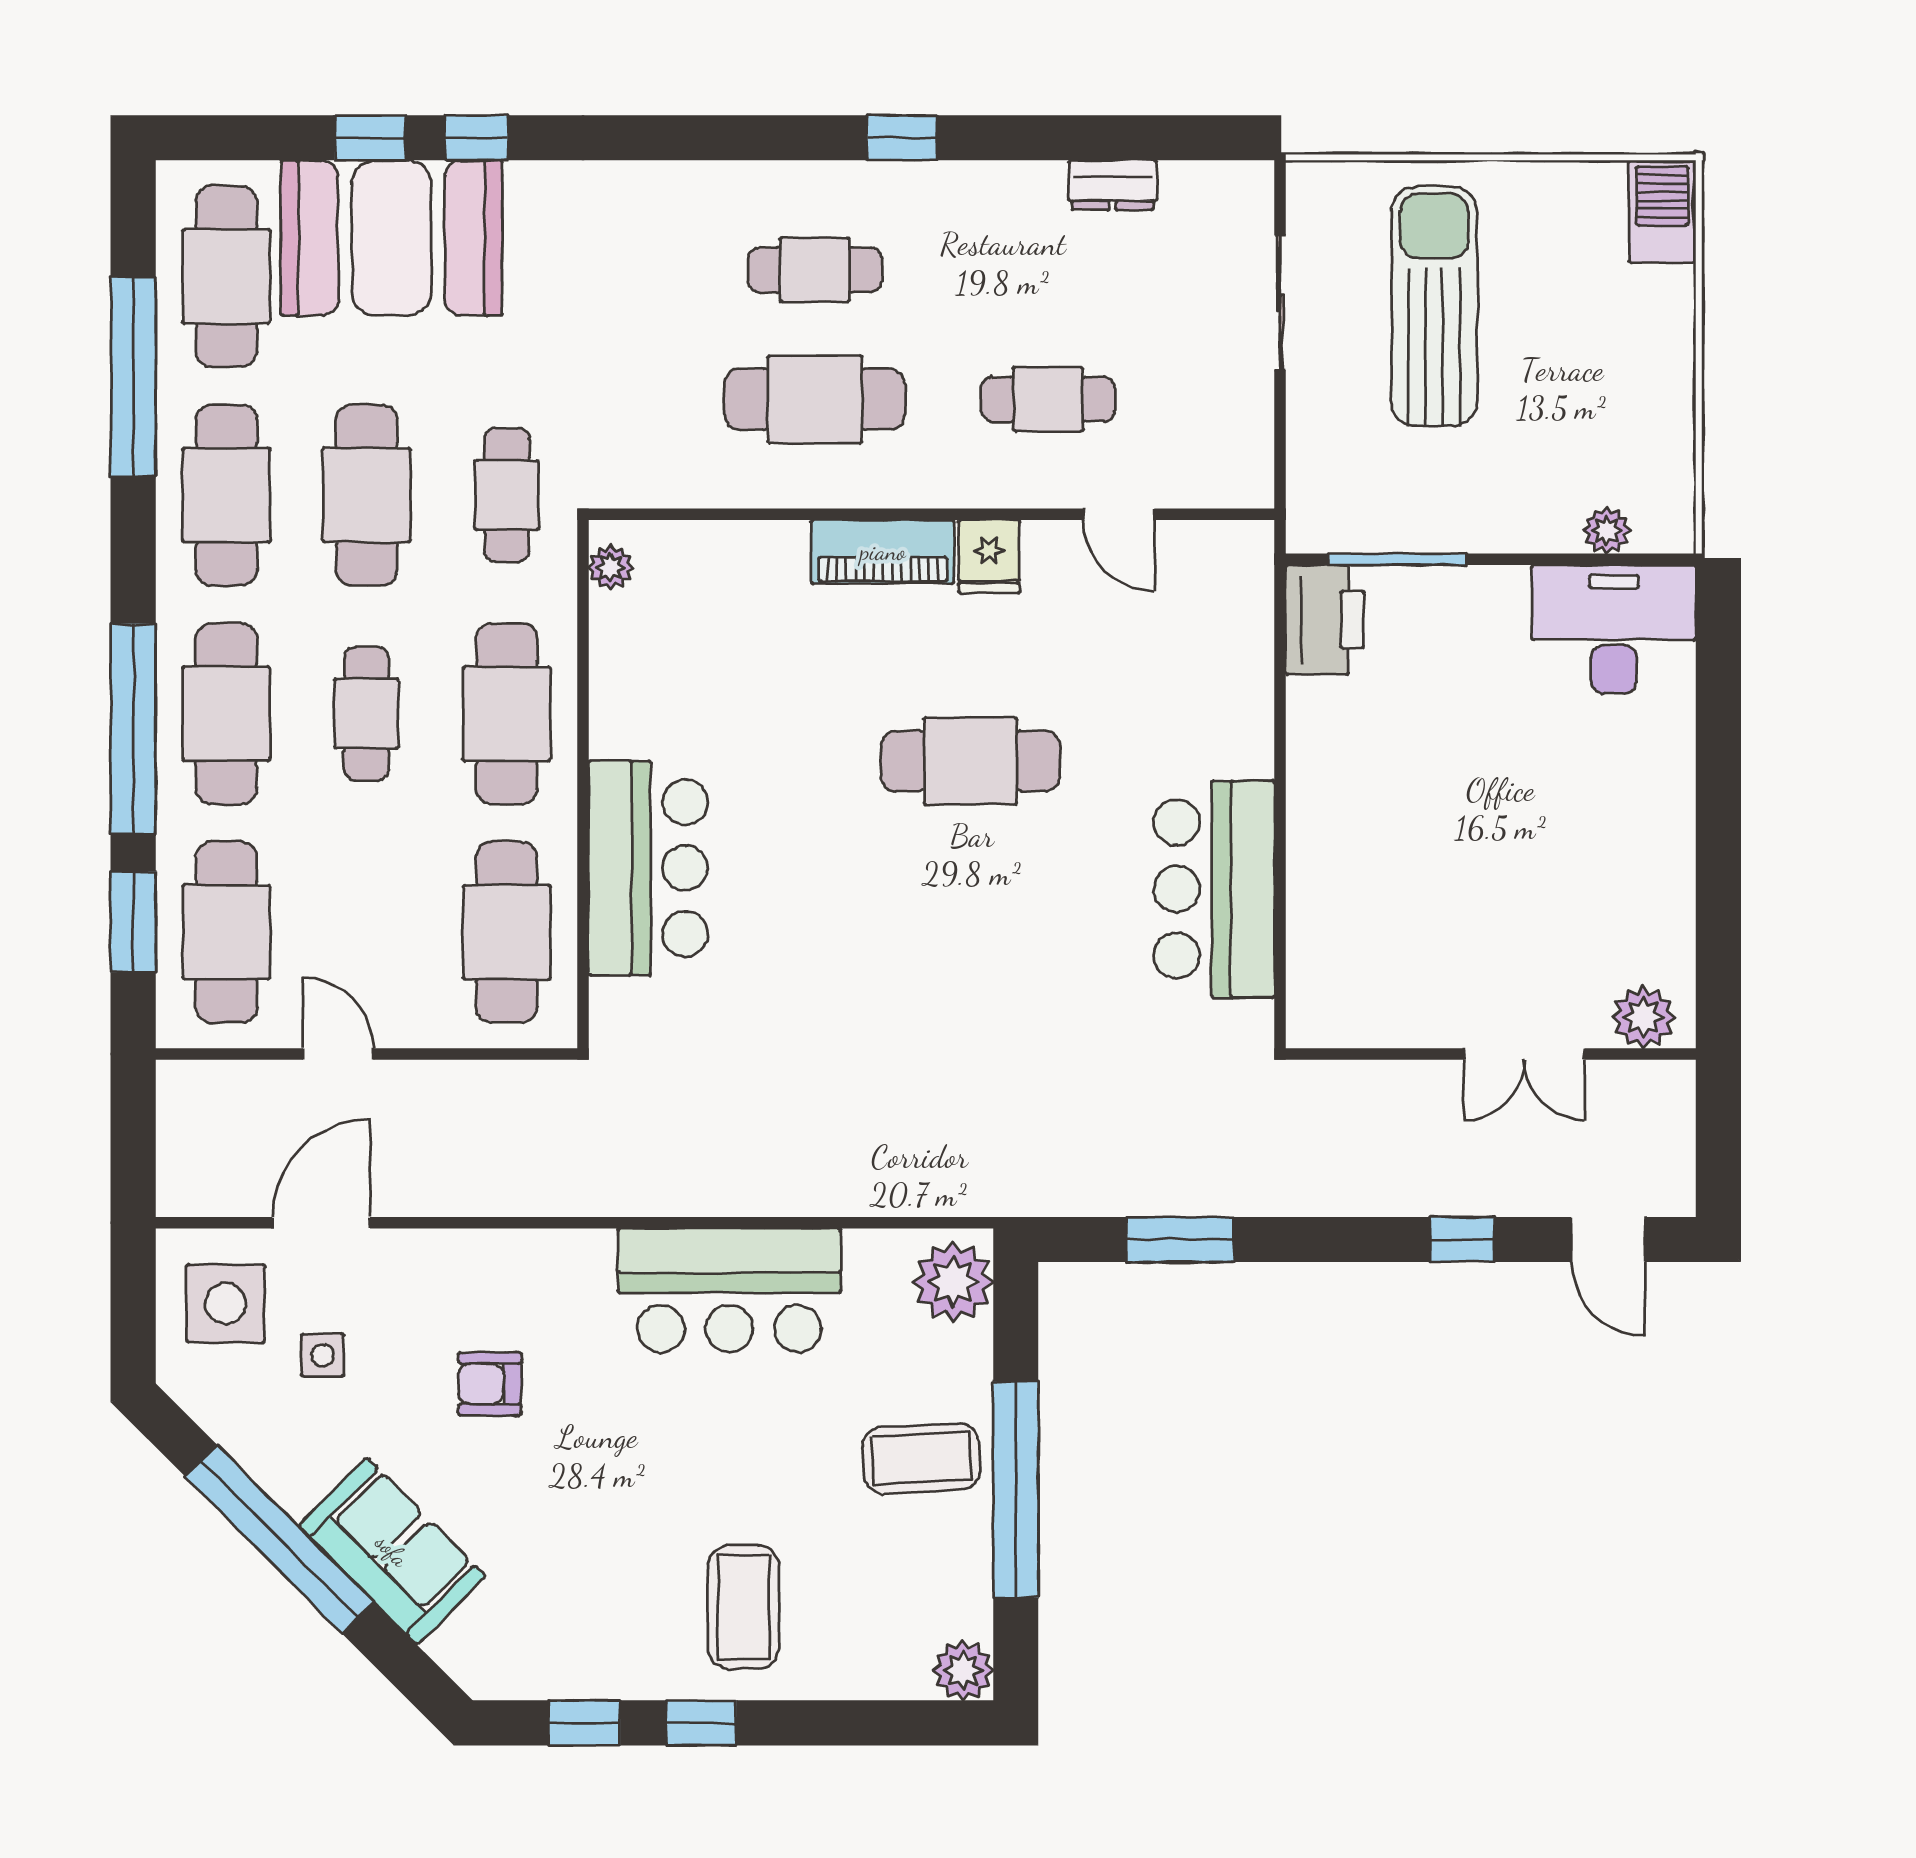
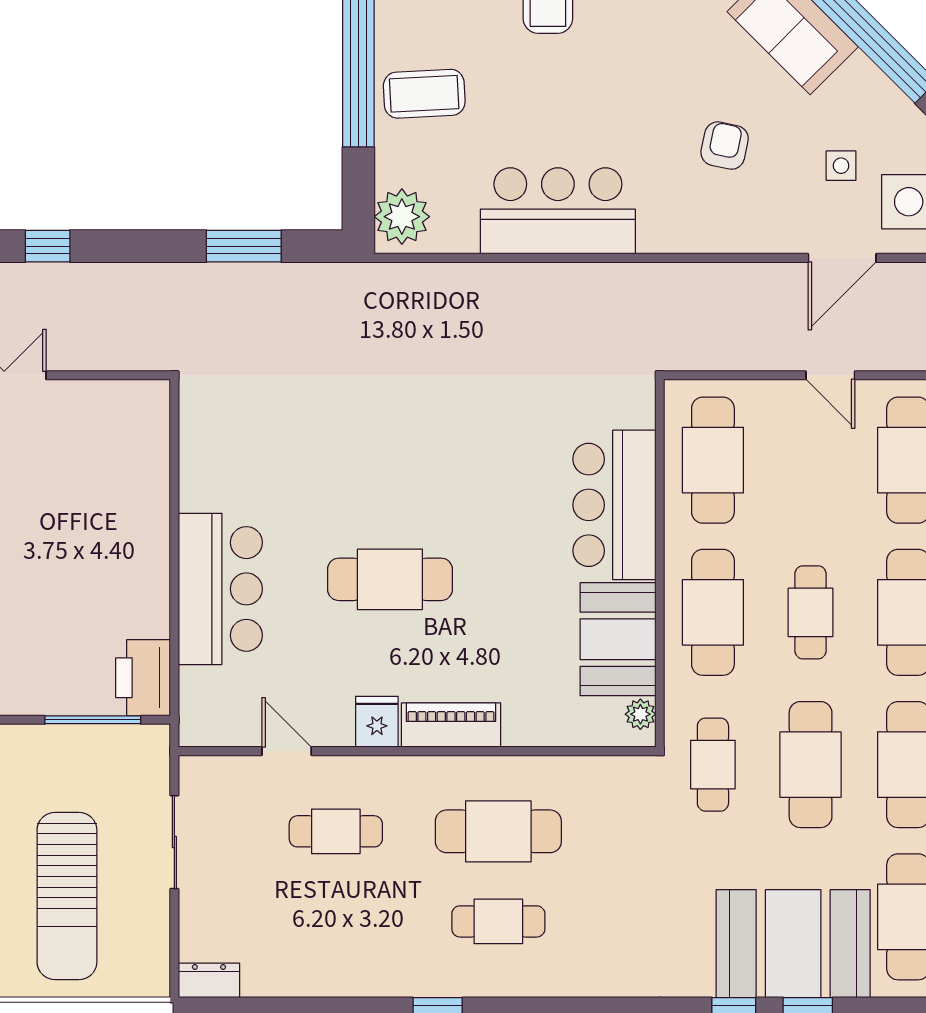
dresser: (1113, 185) -> (209, 980), moved
sliding door: (1280, 303) -> (174, 842), moved
booth: (643, 675) -> (618, 639), added
bar counter: (1214, 889) -> (220, 589), moved
armchair: (490, 1384) -> (725, 146), turned -78

